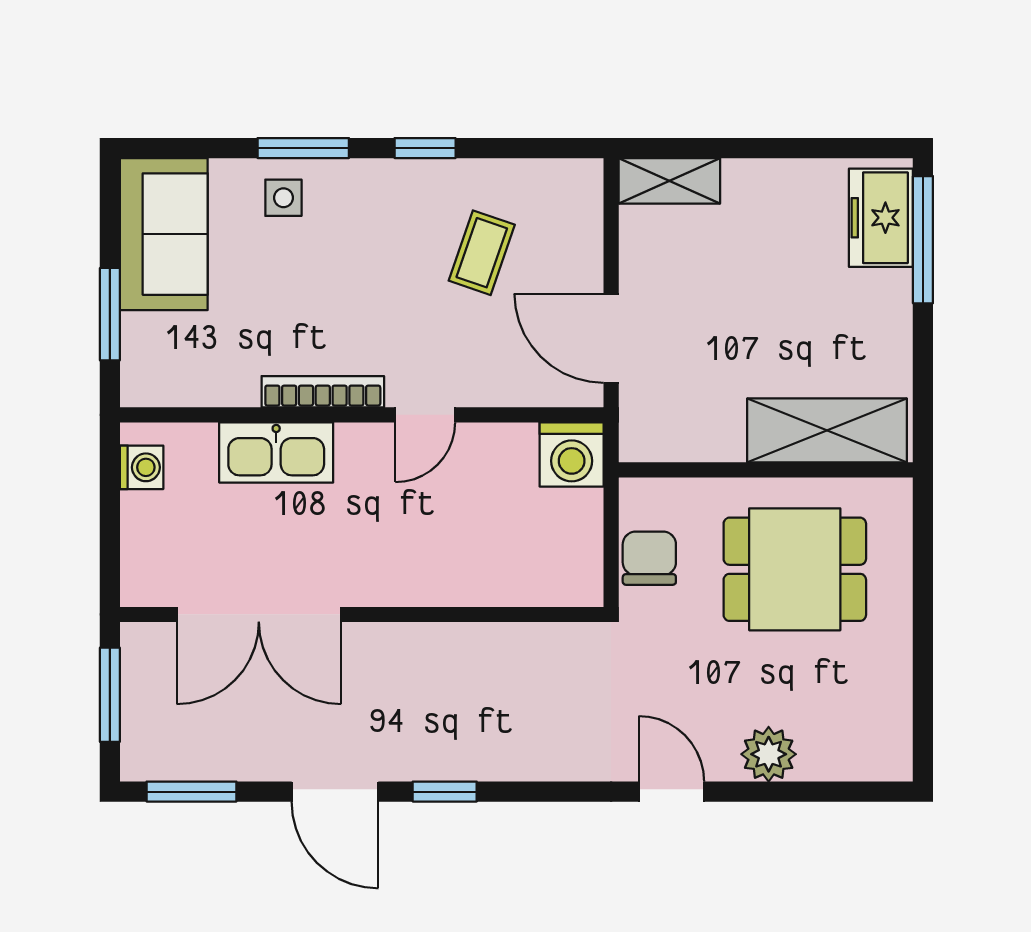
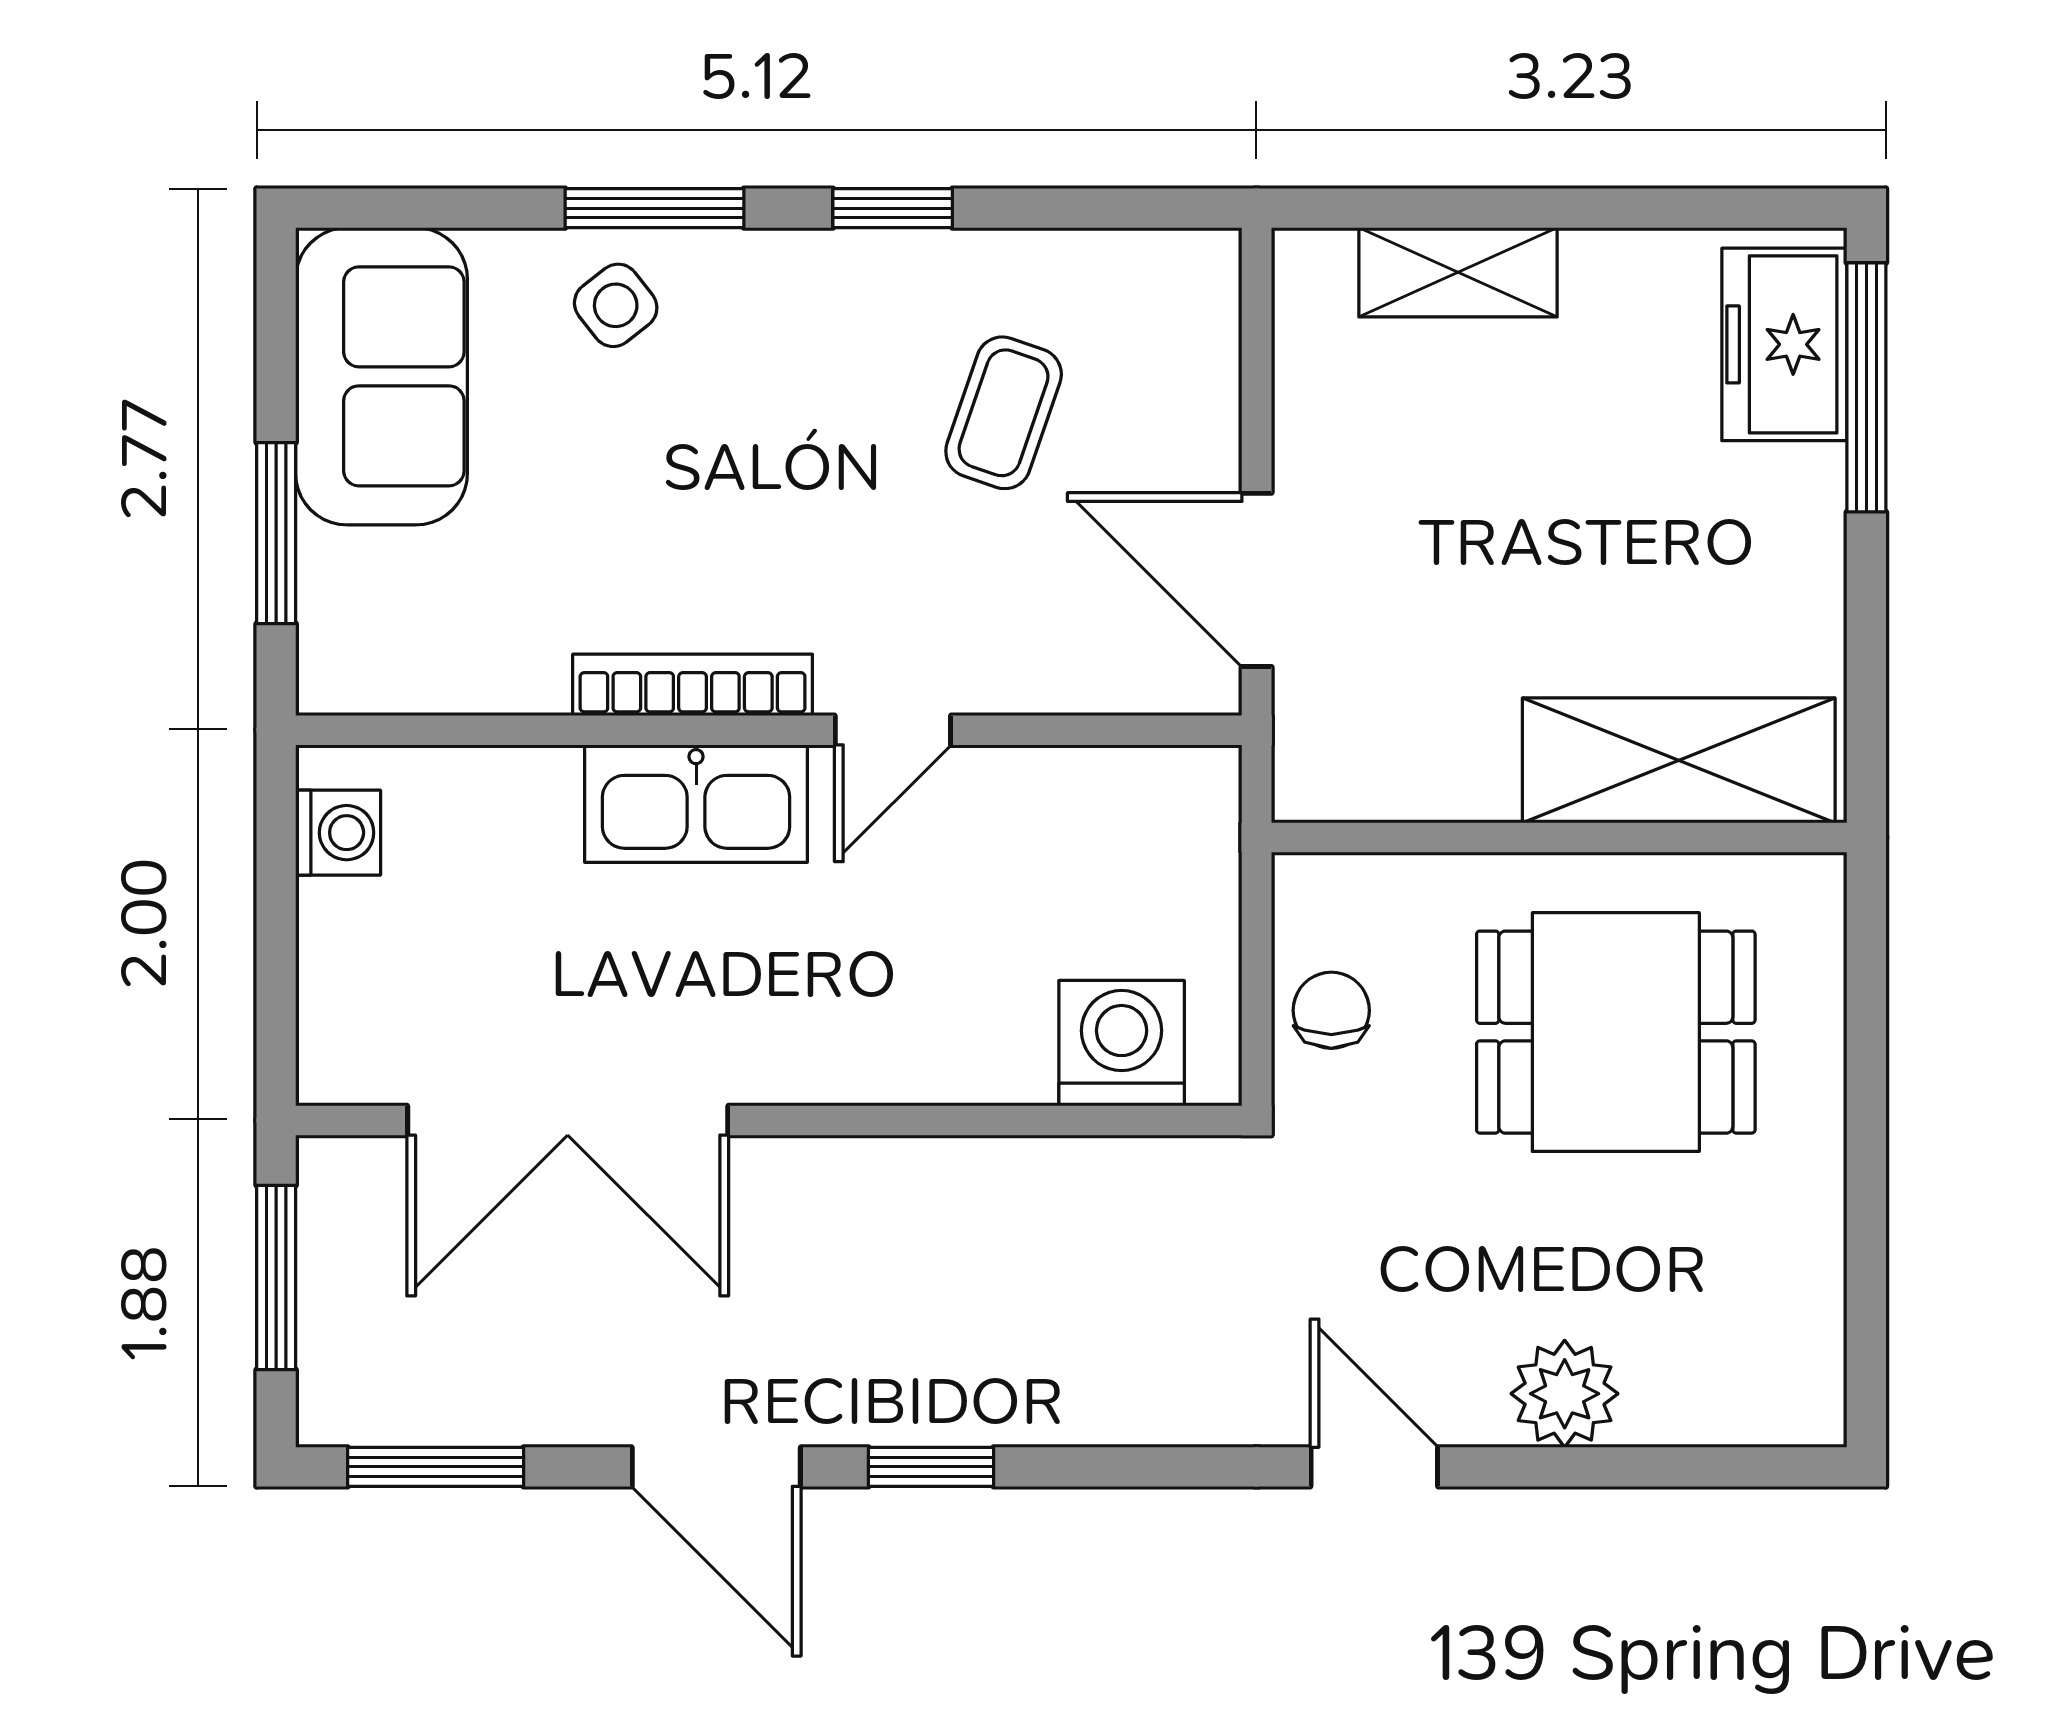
shelving: (669, 181) -> (1458, 272), moved
side table: (283, 198) -> (616, 305), turned -38
kitchen sink: (276, 452) -> (696, 804), moved
washing machine: (572, 455) -> (1122, 1043), moved, turned 180
chair: (649, 558) -> (1331, 1010), width x0.73, depth x0.73

